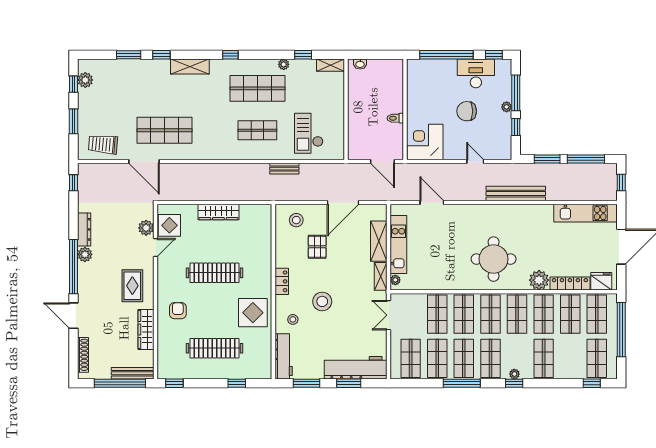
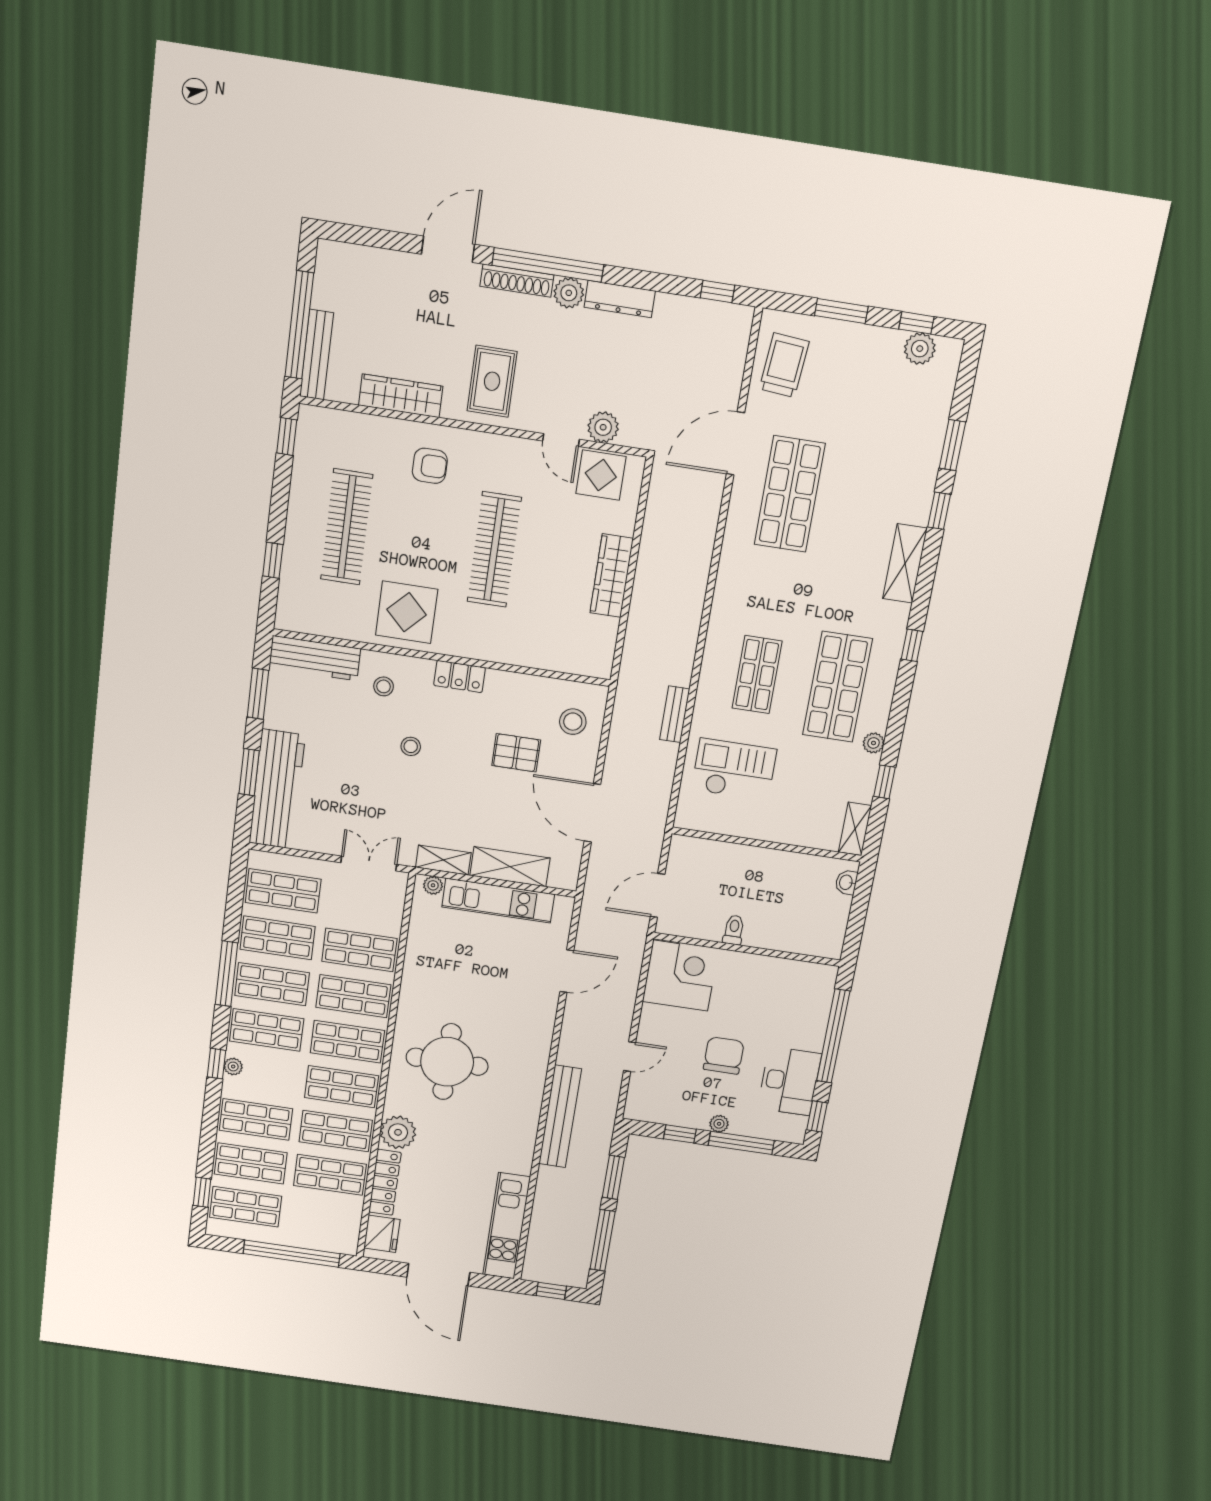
rug: (132, 286) -> (492, 381), turned 90
stool: (322, 301) -> (411, 746), width x0.53, depth x0.53
shop shelf: (597, 314) -> (251, 1163), moved
shoe rack: (83, 355) -> (517, 281), moved

